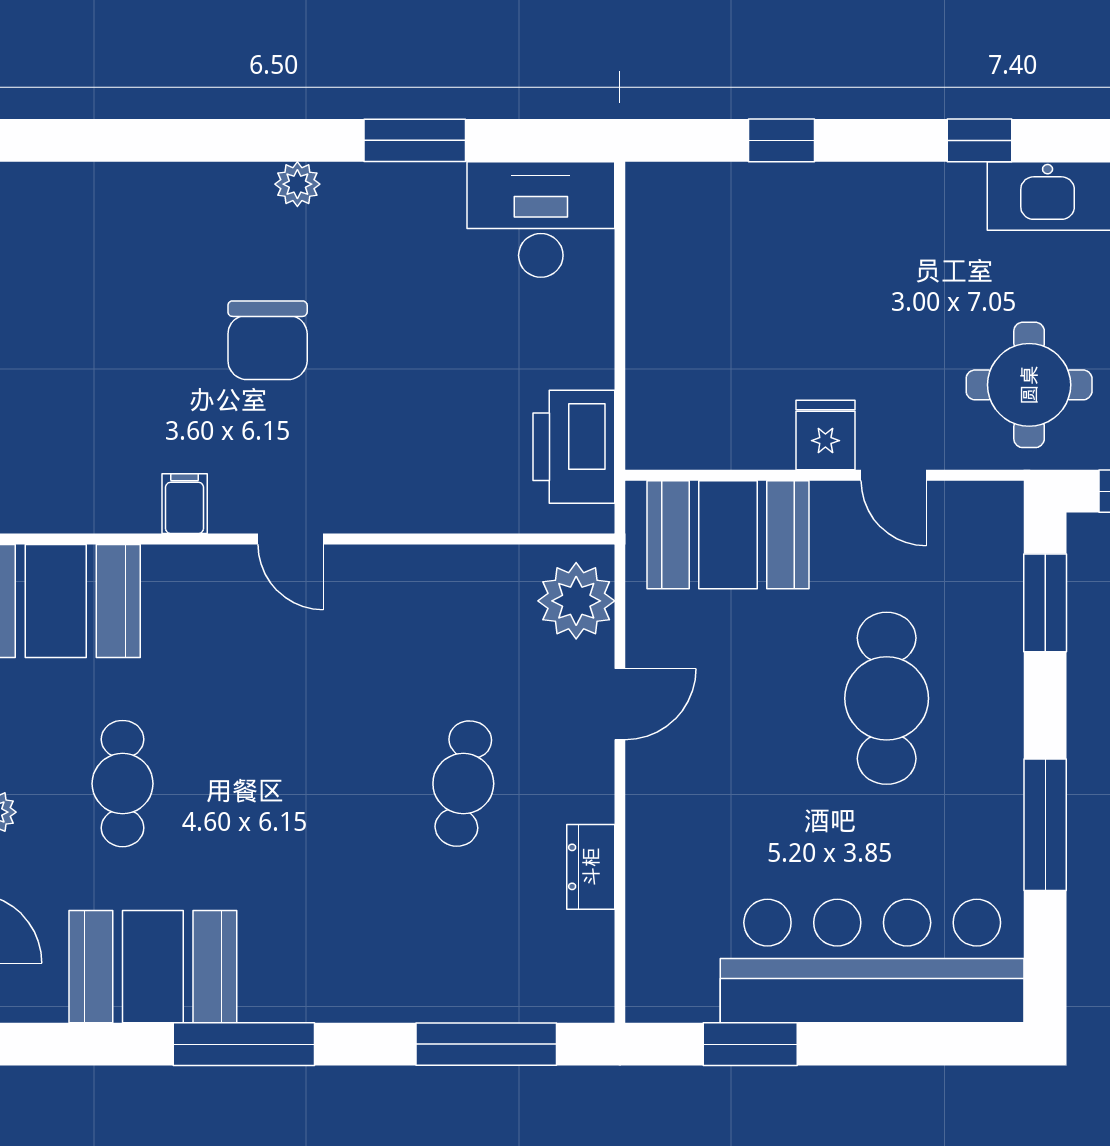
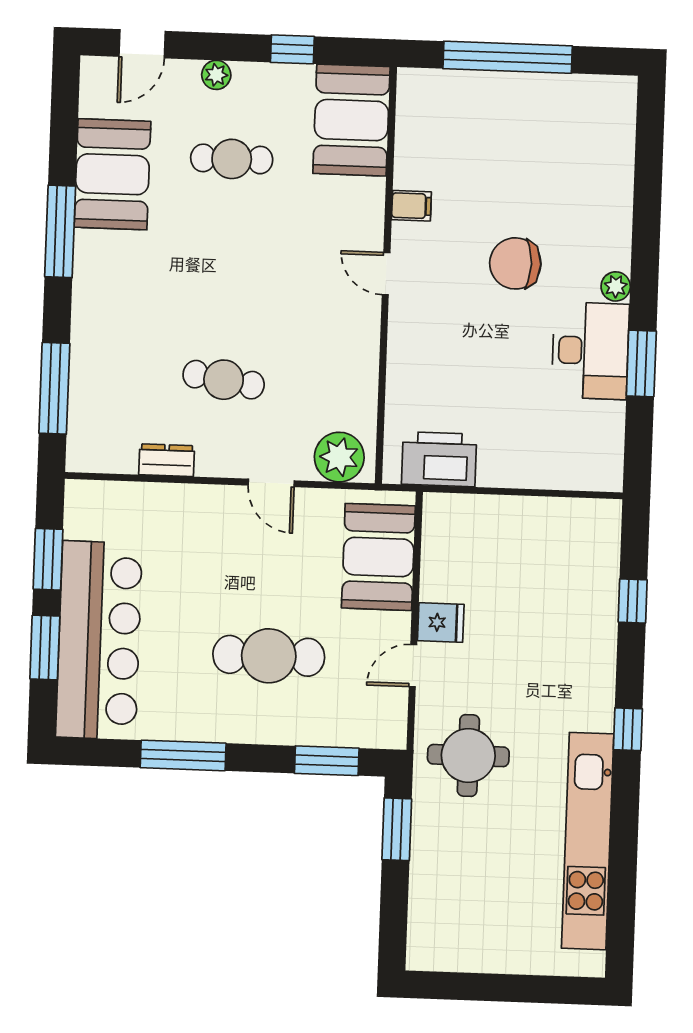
desk: (541, 219) -> (590, 351), moved
door: (290, 539) -> (386, 274), hinge flipped
window: (887, 1044) -> (45, 648), added

